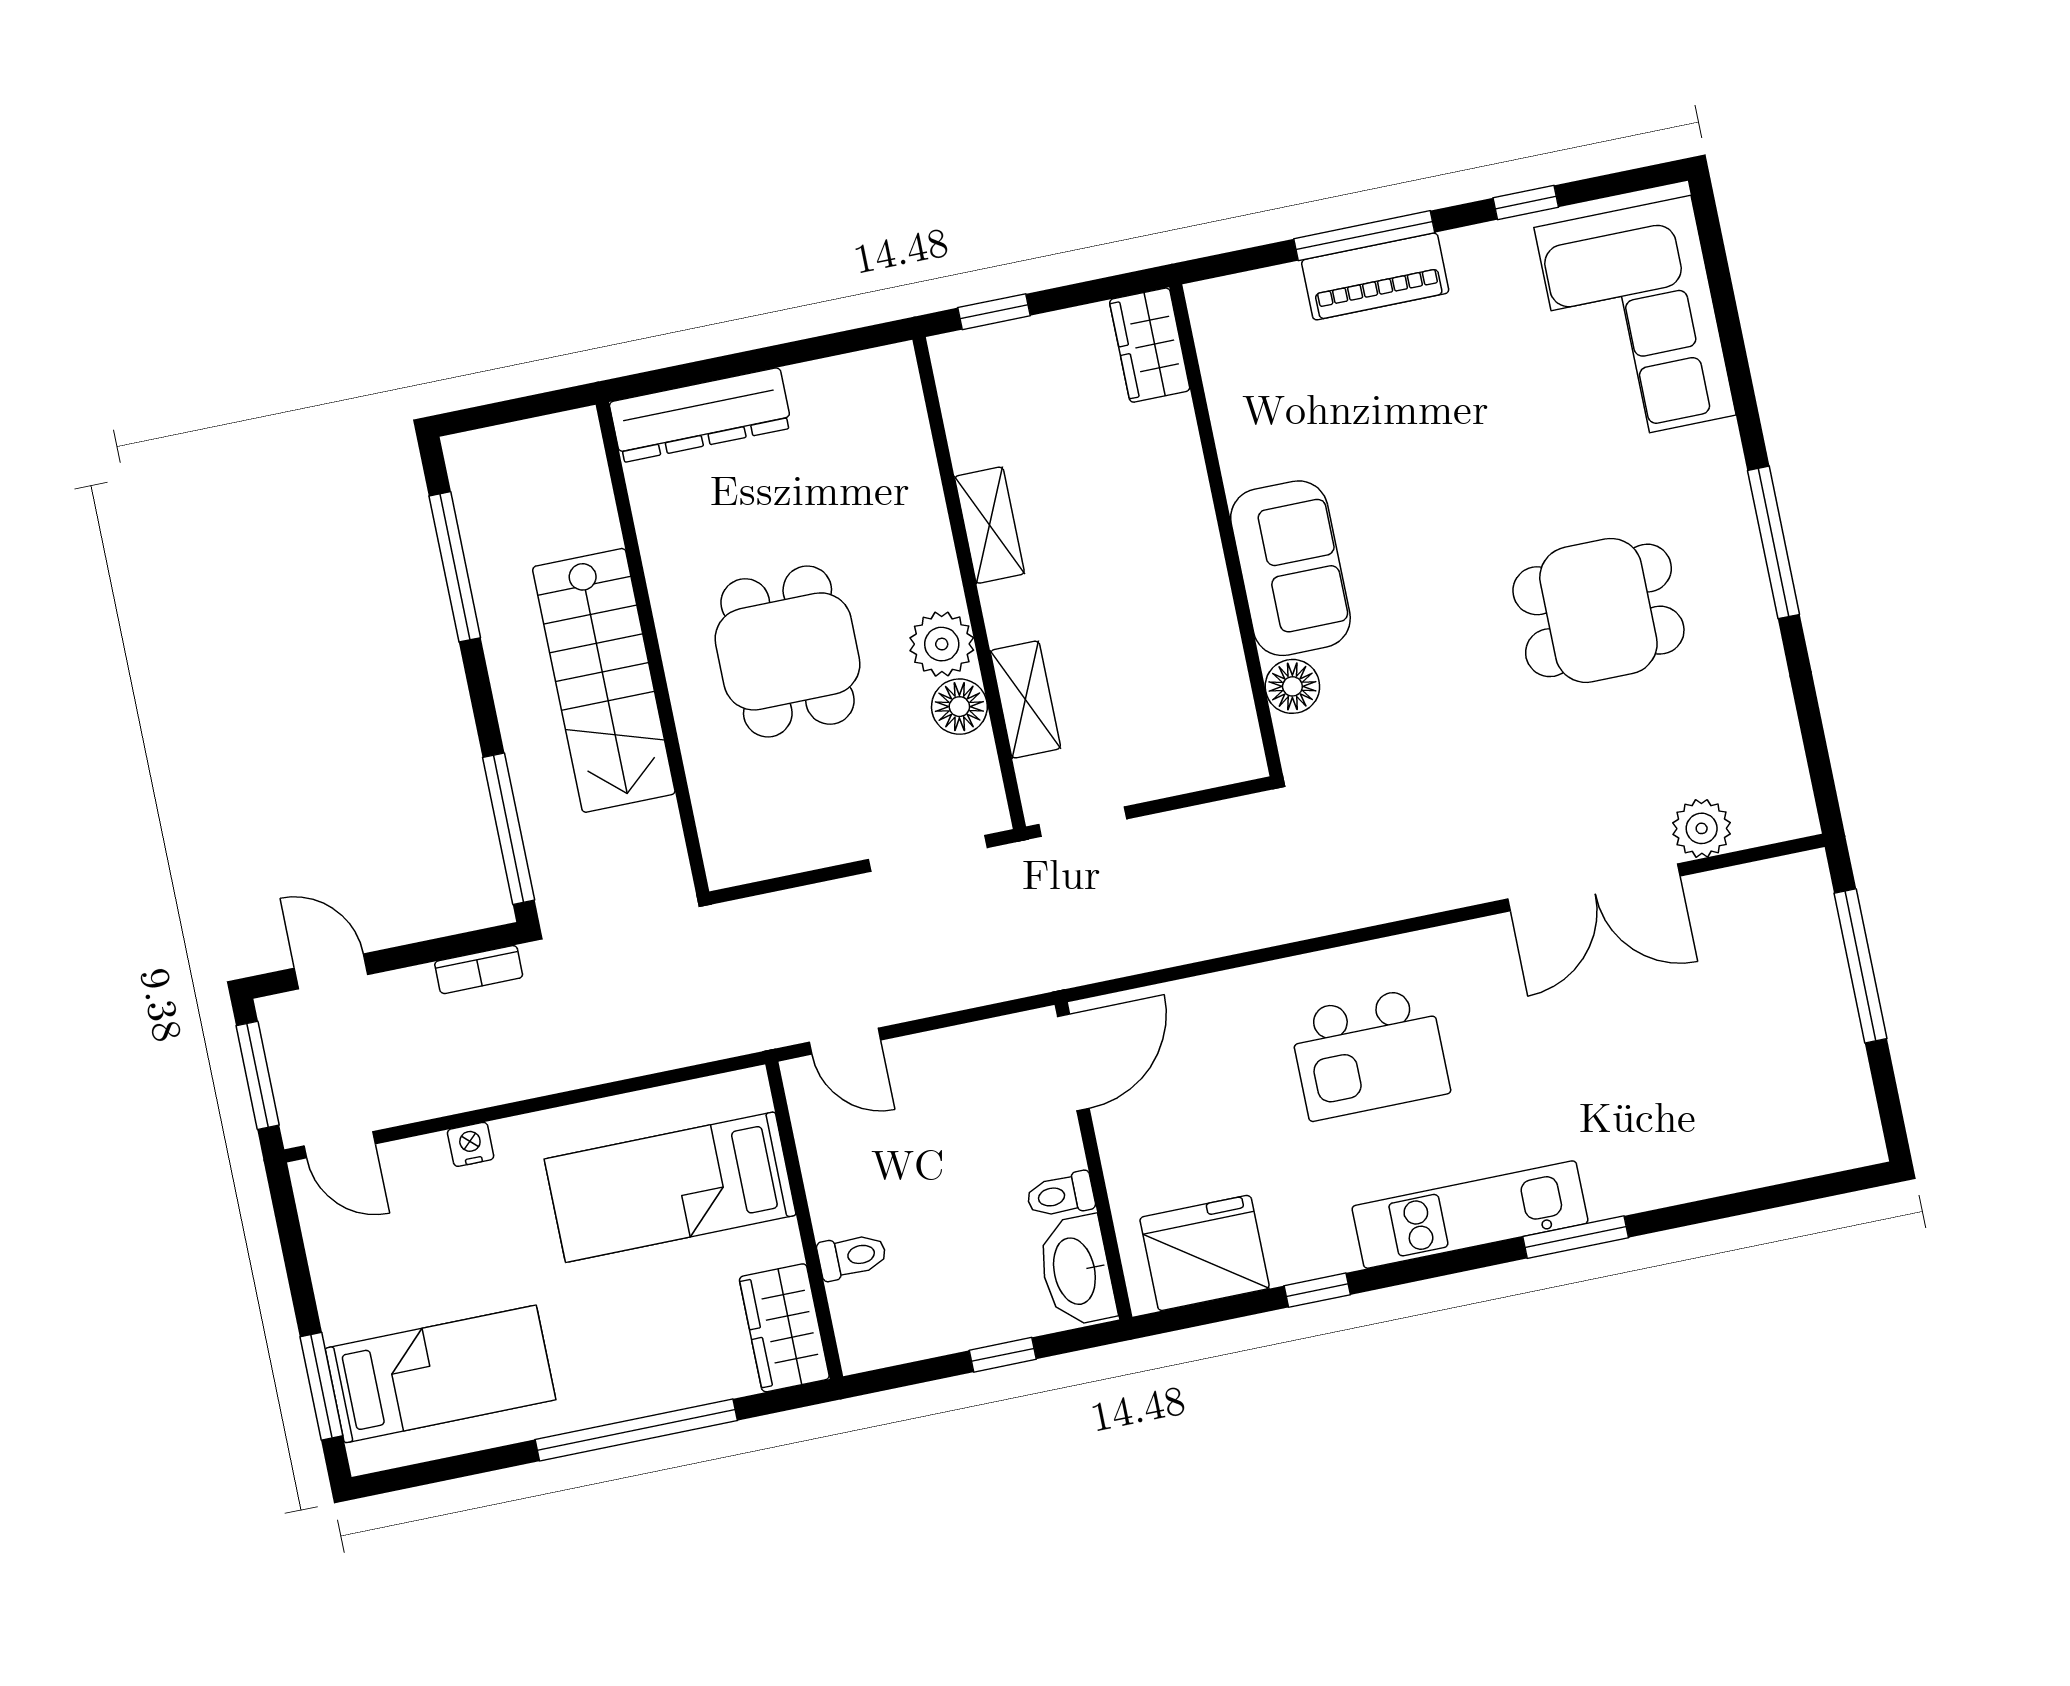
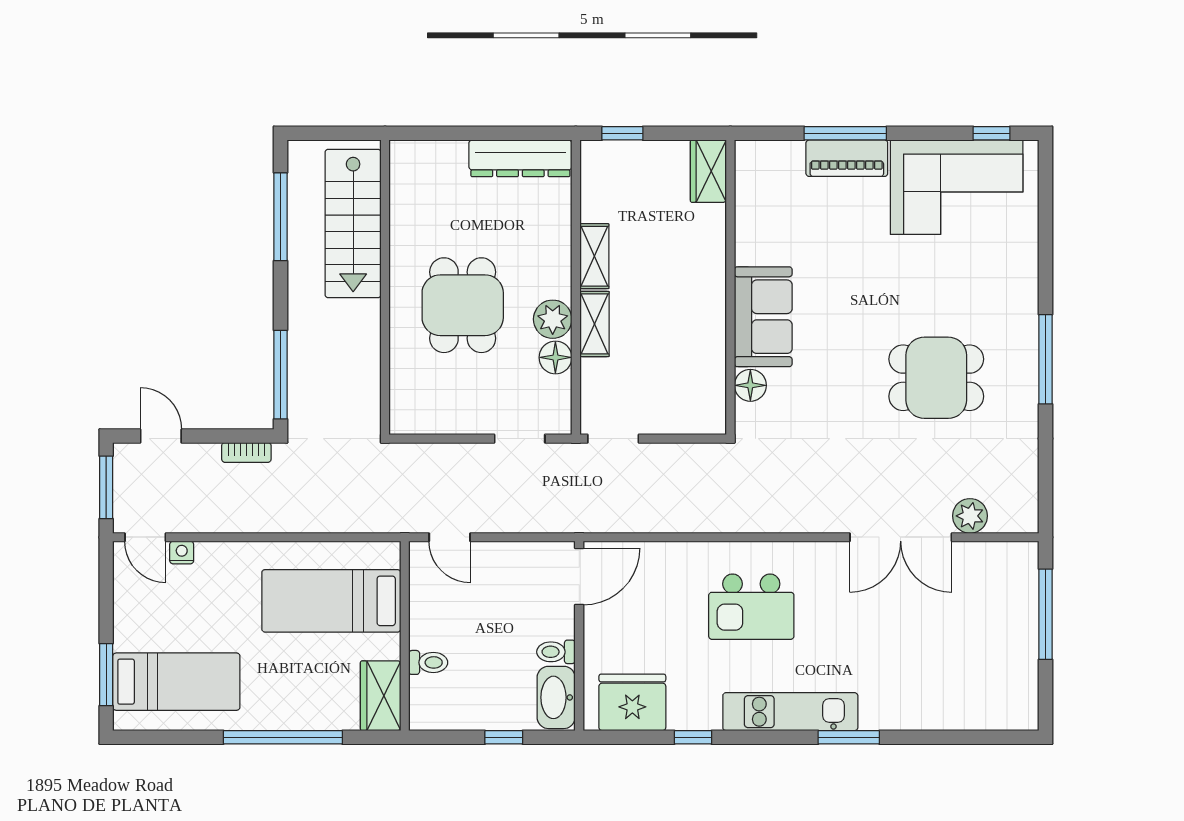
window: (1526, 203) -> (992, 133), moved
corner sofa: (1635, 321) -> (957, 187), moved, turned -90
dresser: (701, 415) -> (520, 158), moved
stairs: (604, 680) -> (353, 224), moved
shelving: (1025, 700) -> (594, 324), moved
doorway: (928, 853) -> (520, 439), width x0.73
nightstand: (471, 1144) -> (182, 553), moved

